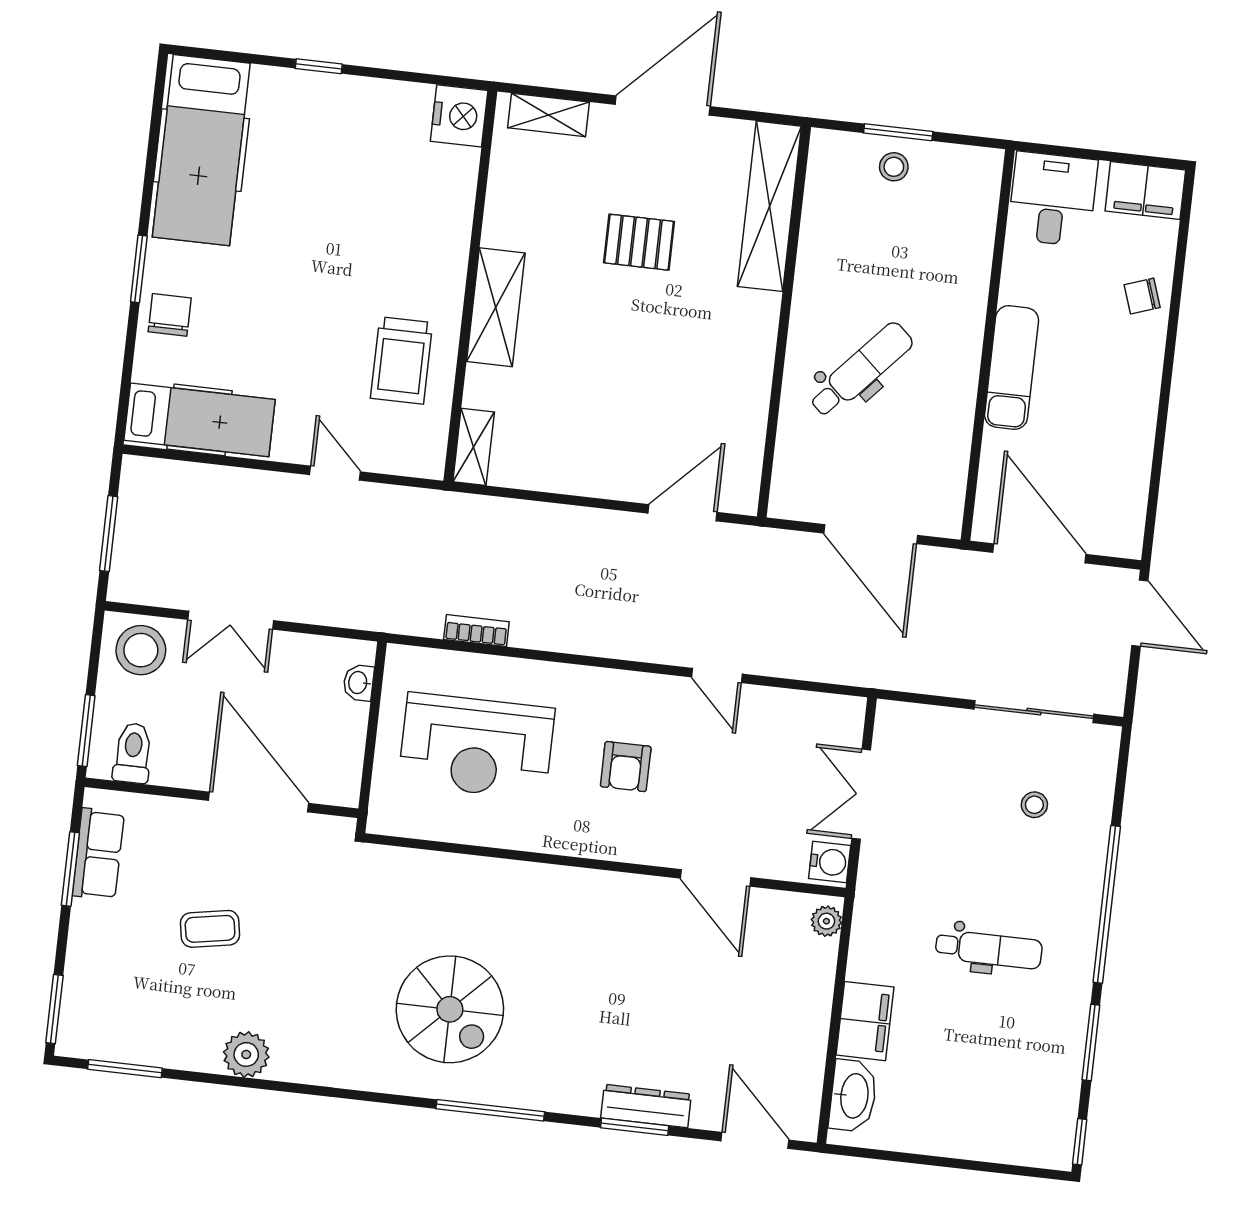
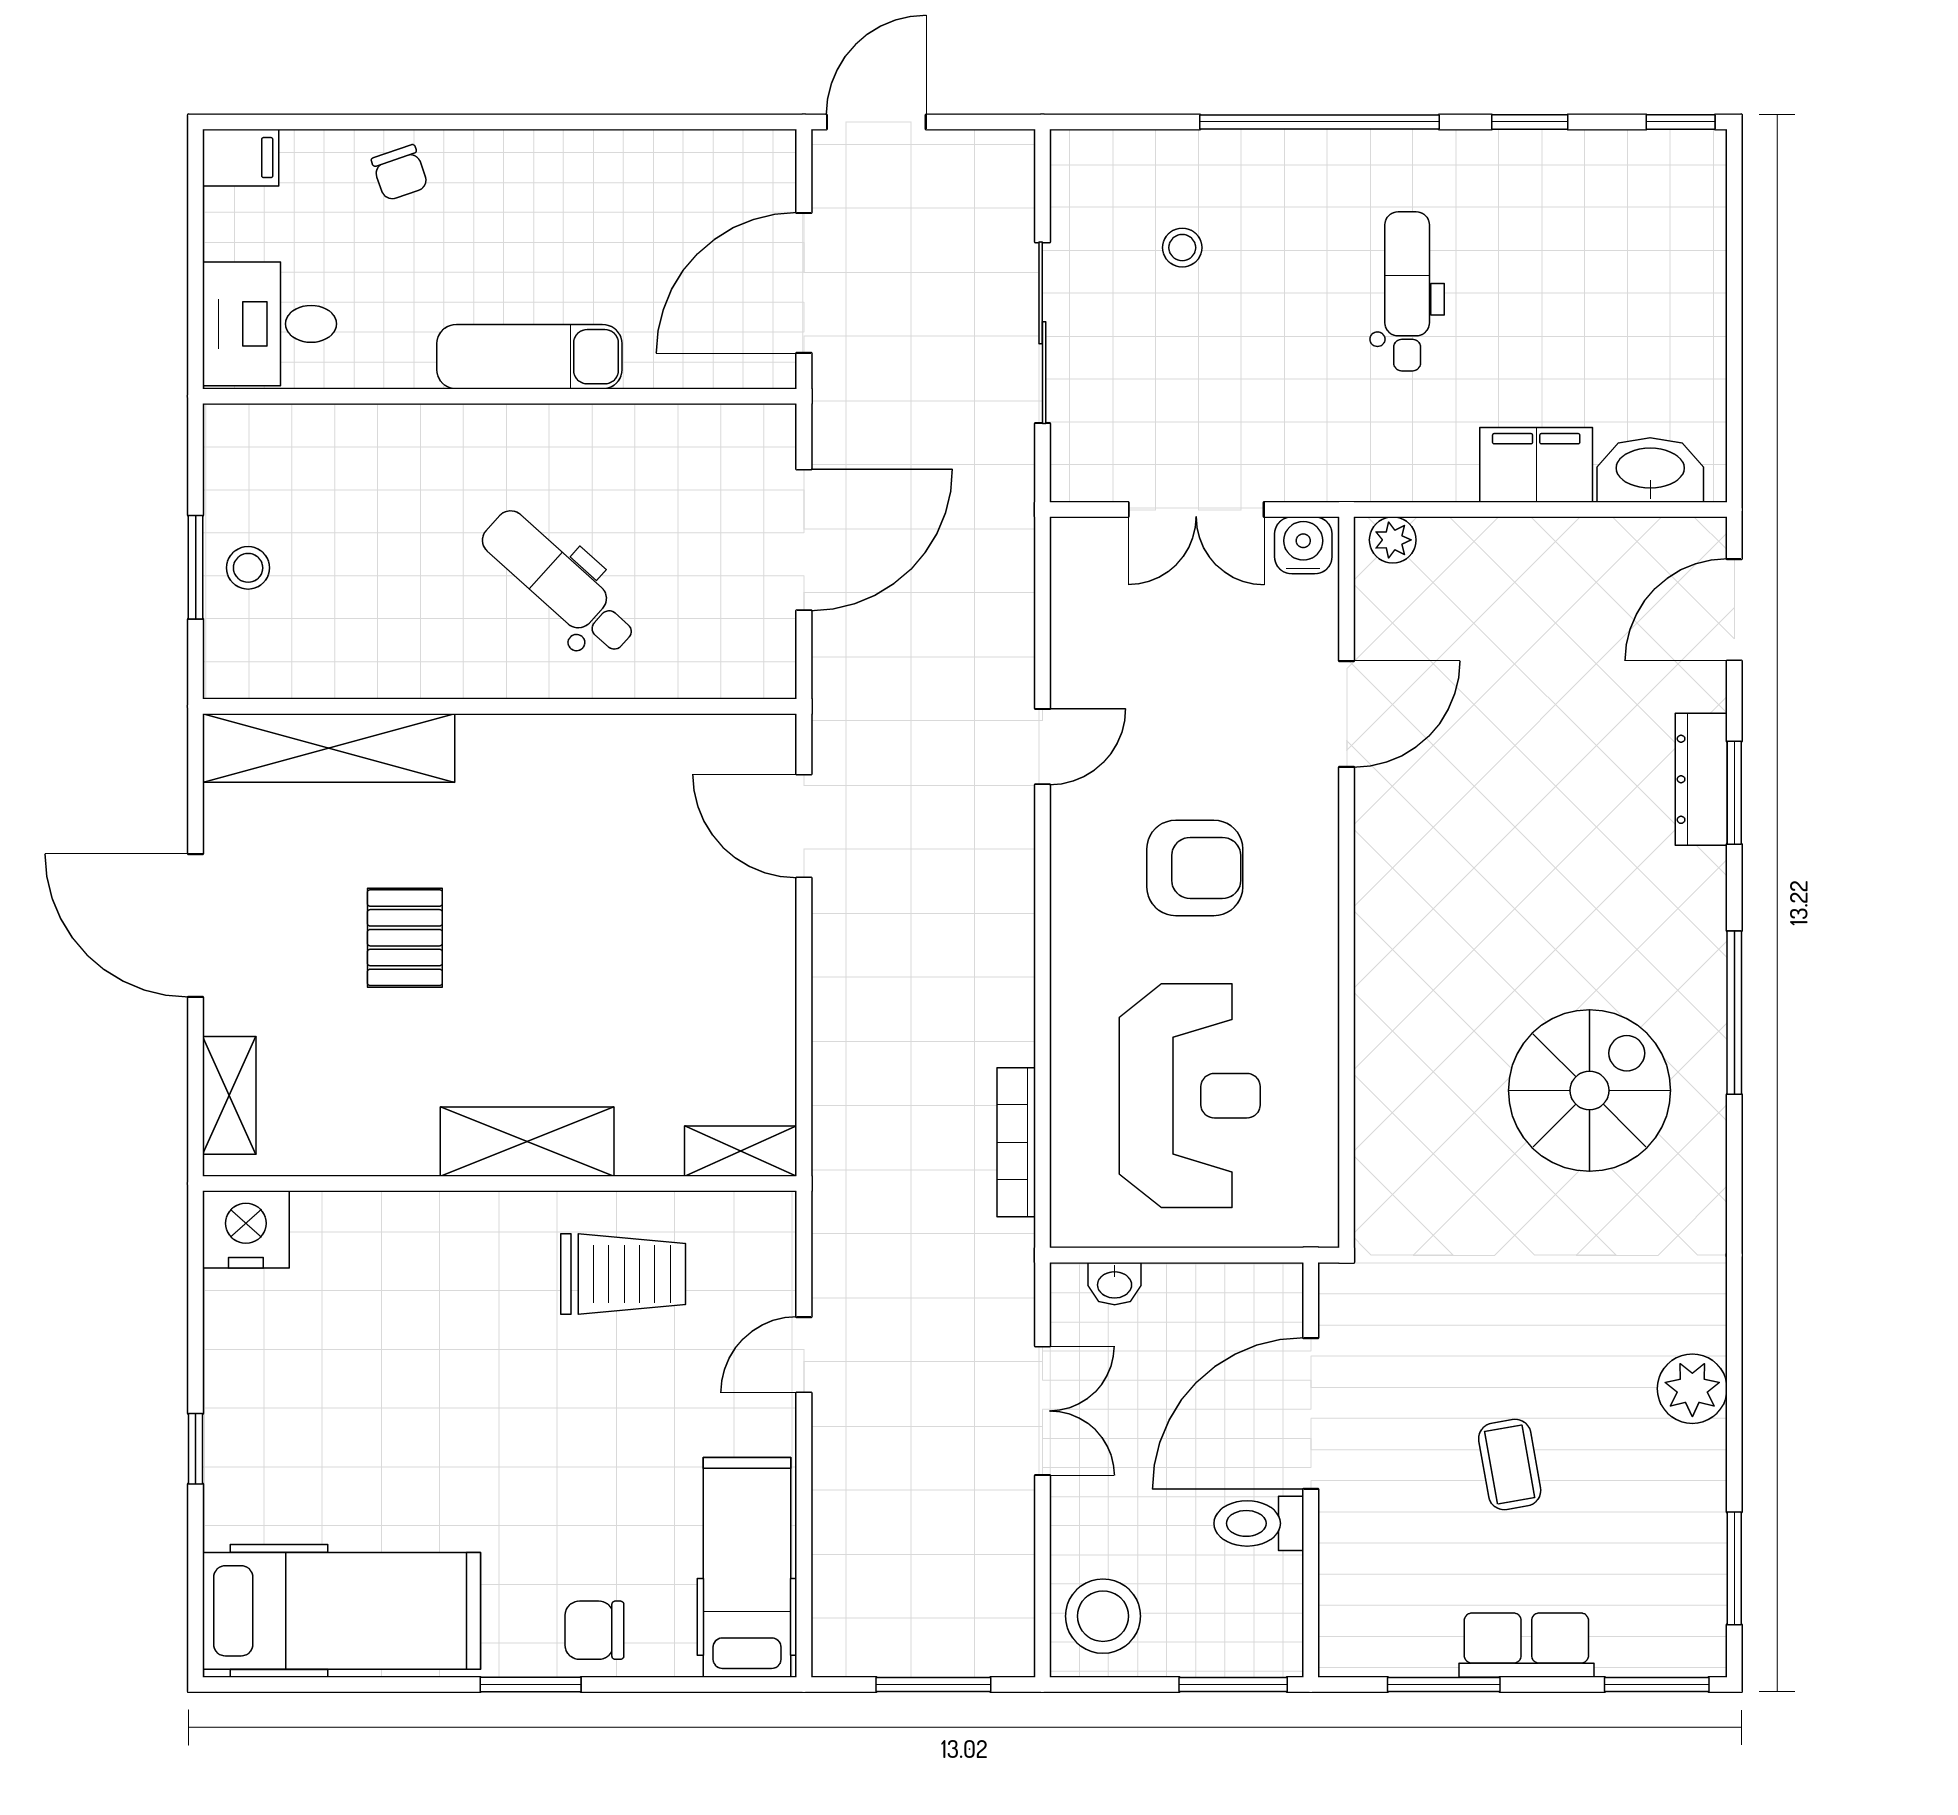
filing cabinet: (1145, 191) -> (241, 158), width x0.50
double door: (231, 620) -> (1042, 1411), moved
bookcase: (476, 631) -> (1016, 1142), width x1.56
sliding door: (1034, 712) -> (1042, 333), moved
toilet: (133, 753) -> (1259, 1523), moved
armchair: (626, 767) -> (1195, 868), width x1.38, depth x1.38
row of seats: (98, 854) -> (1526, 1645), moved
window: (1091, 1042) -> (1530, 122), width x0.67

